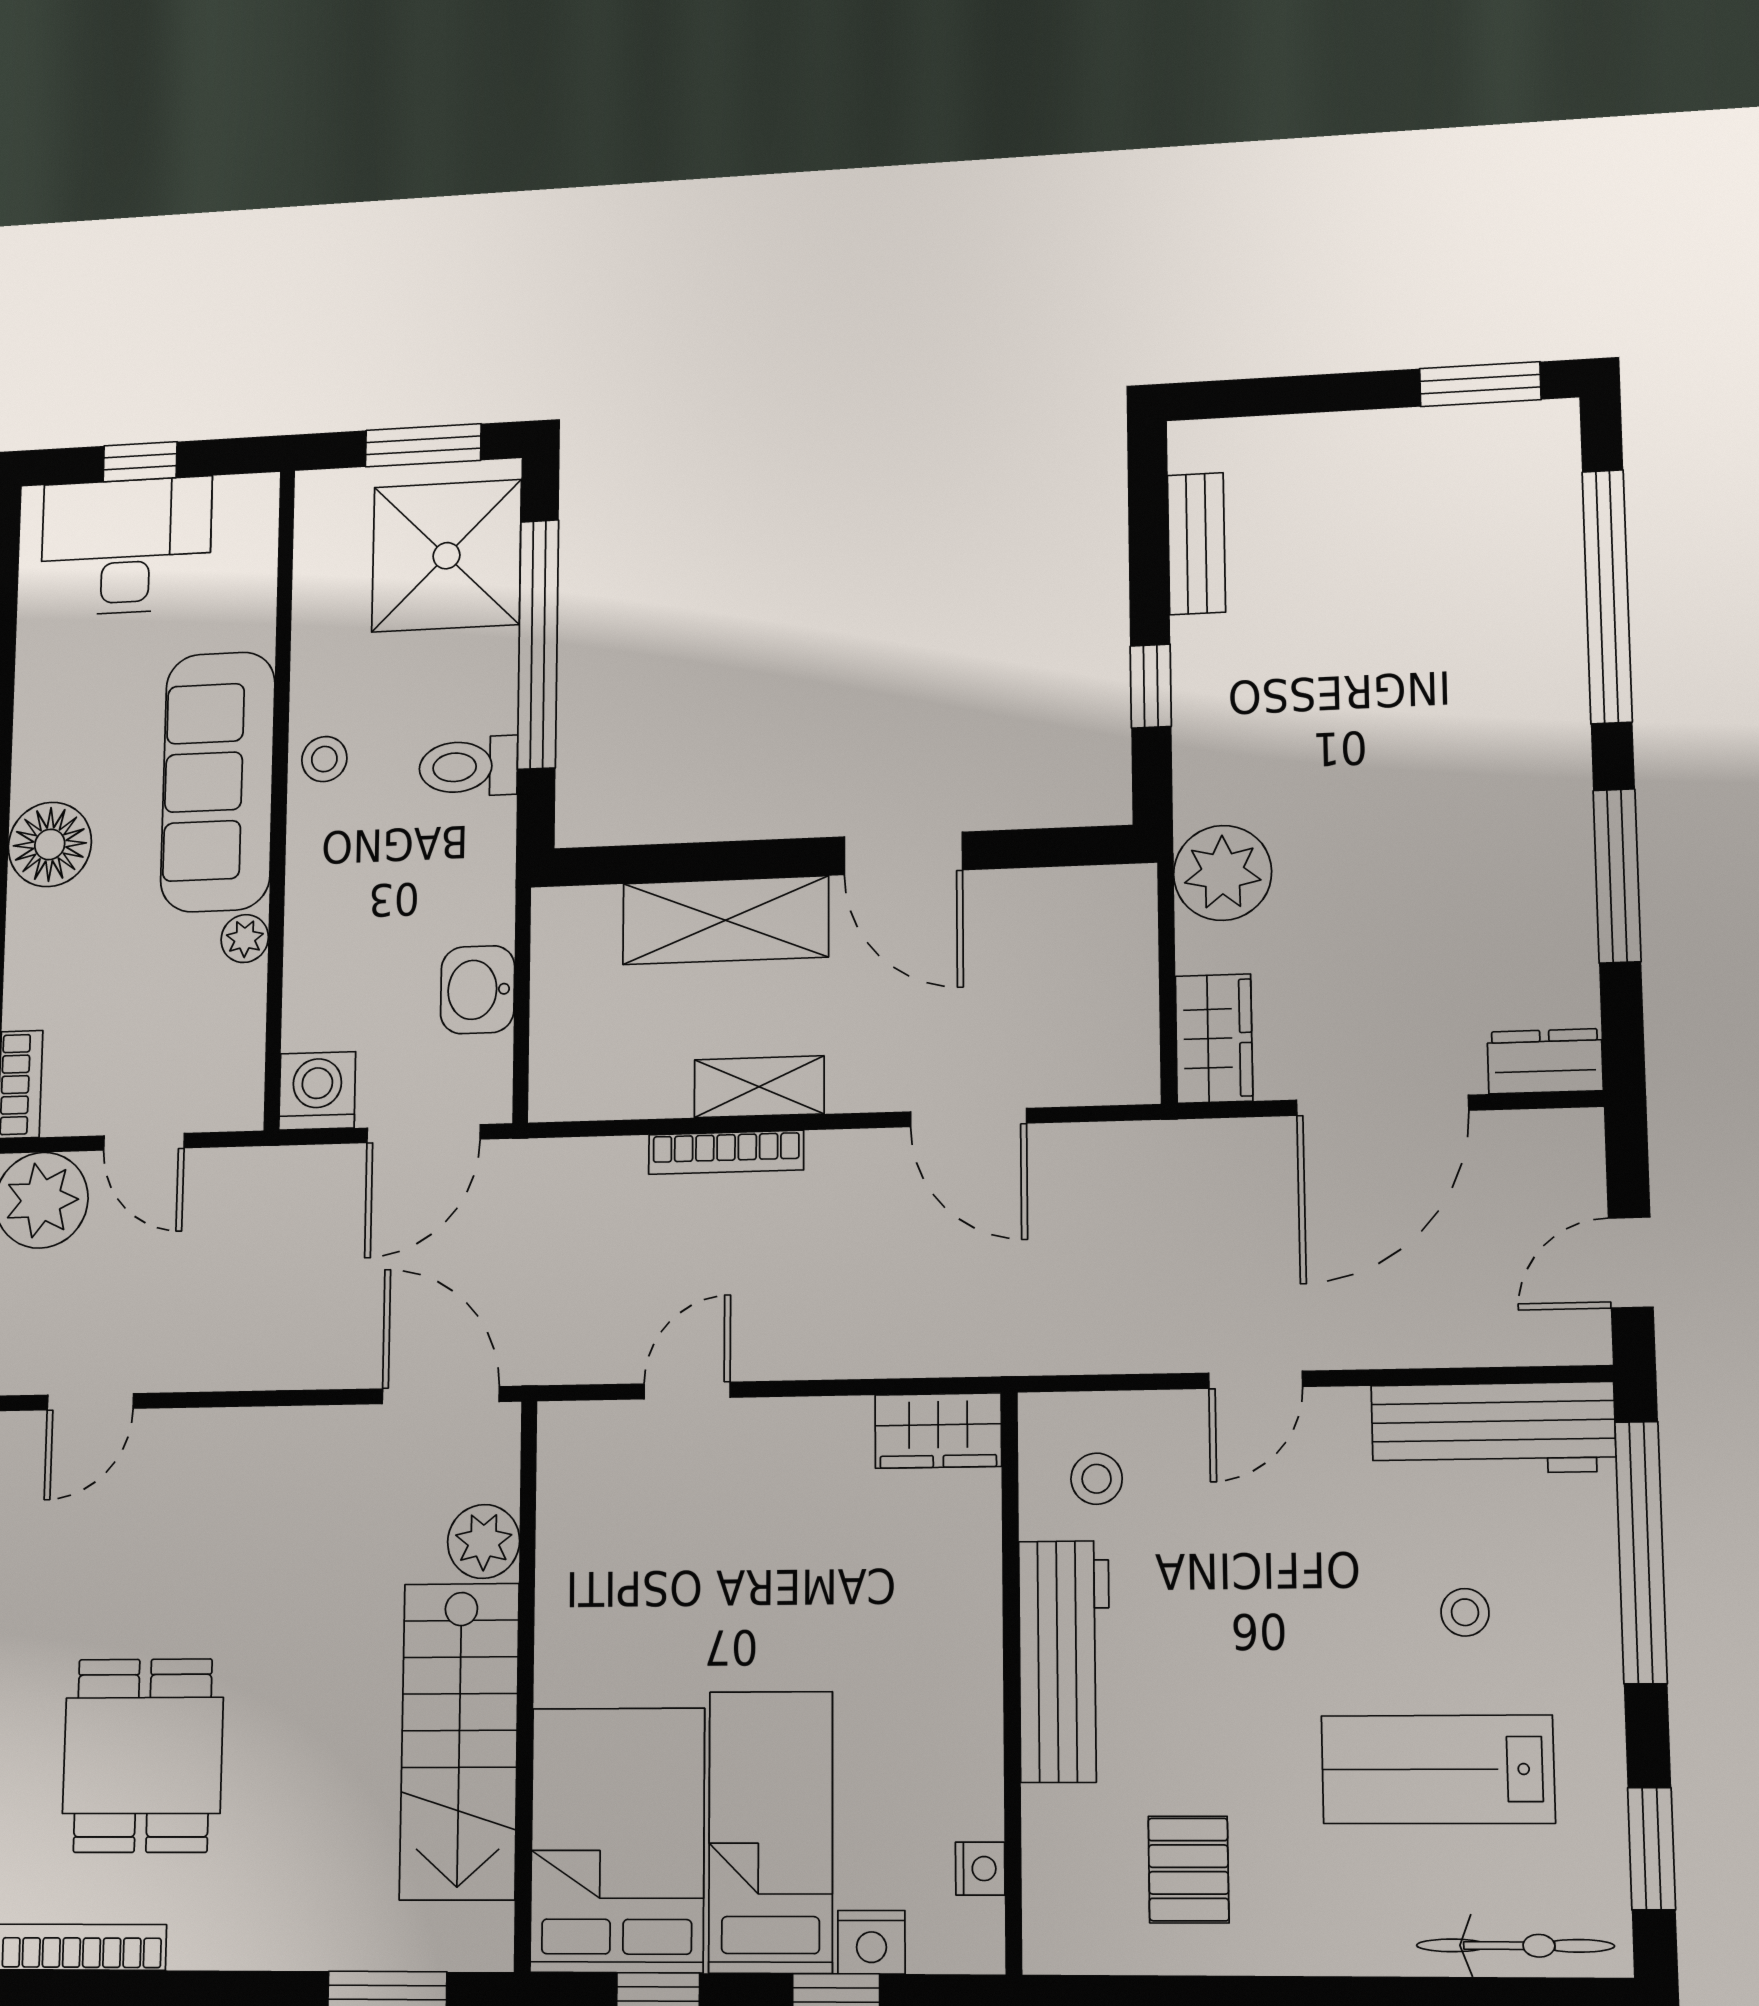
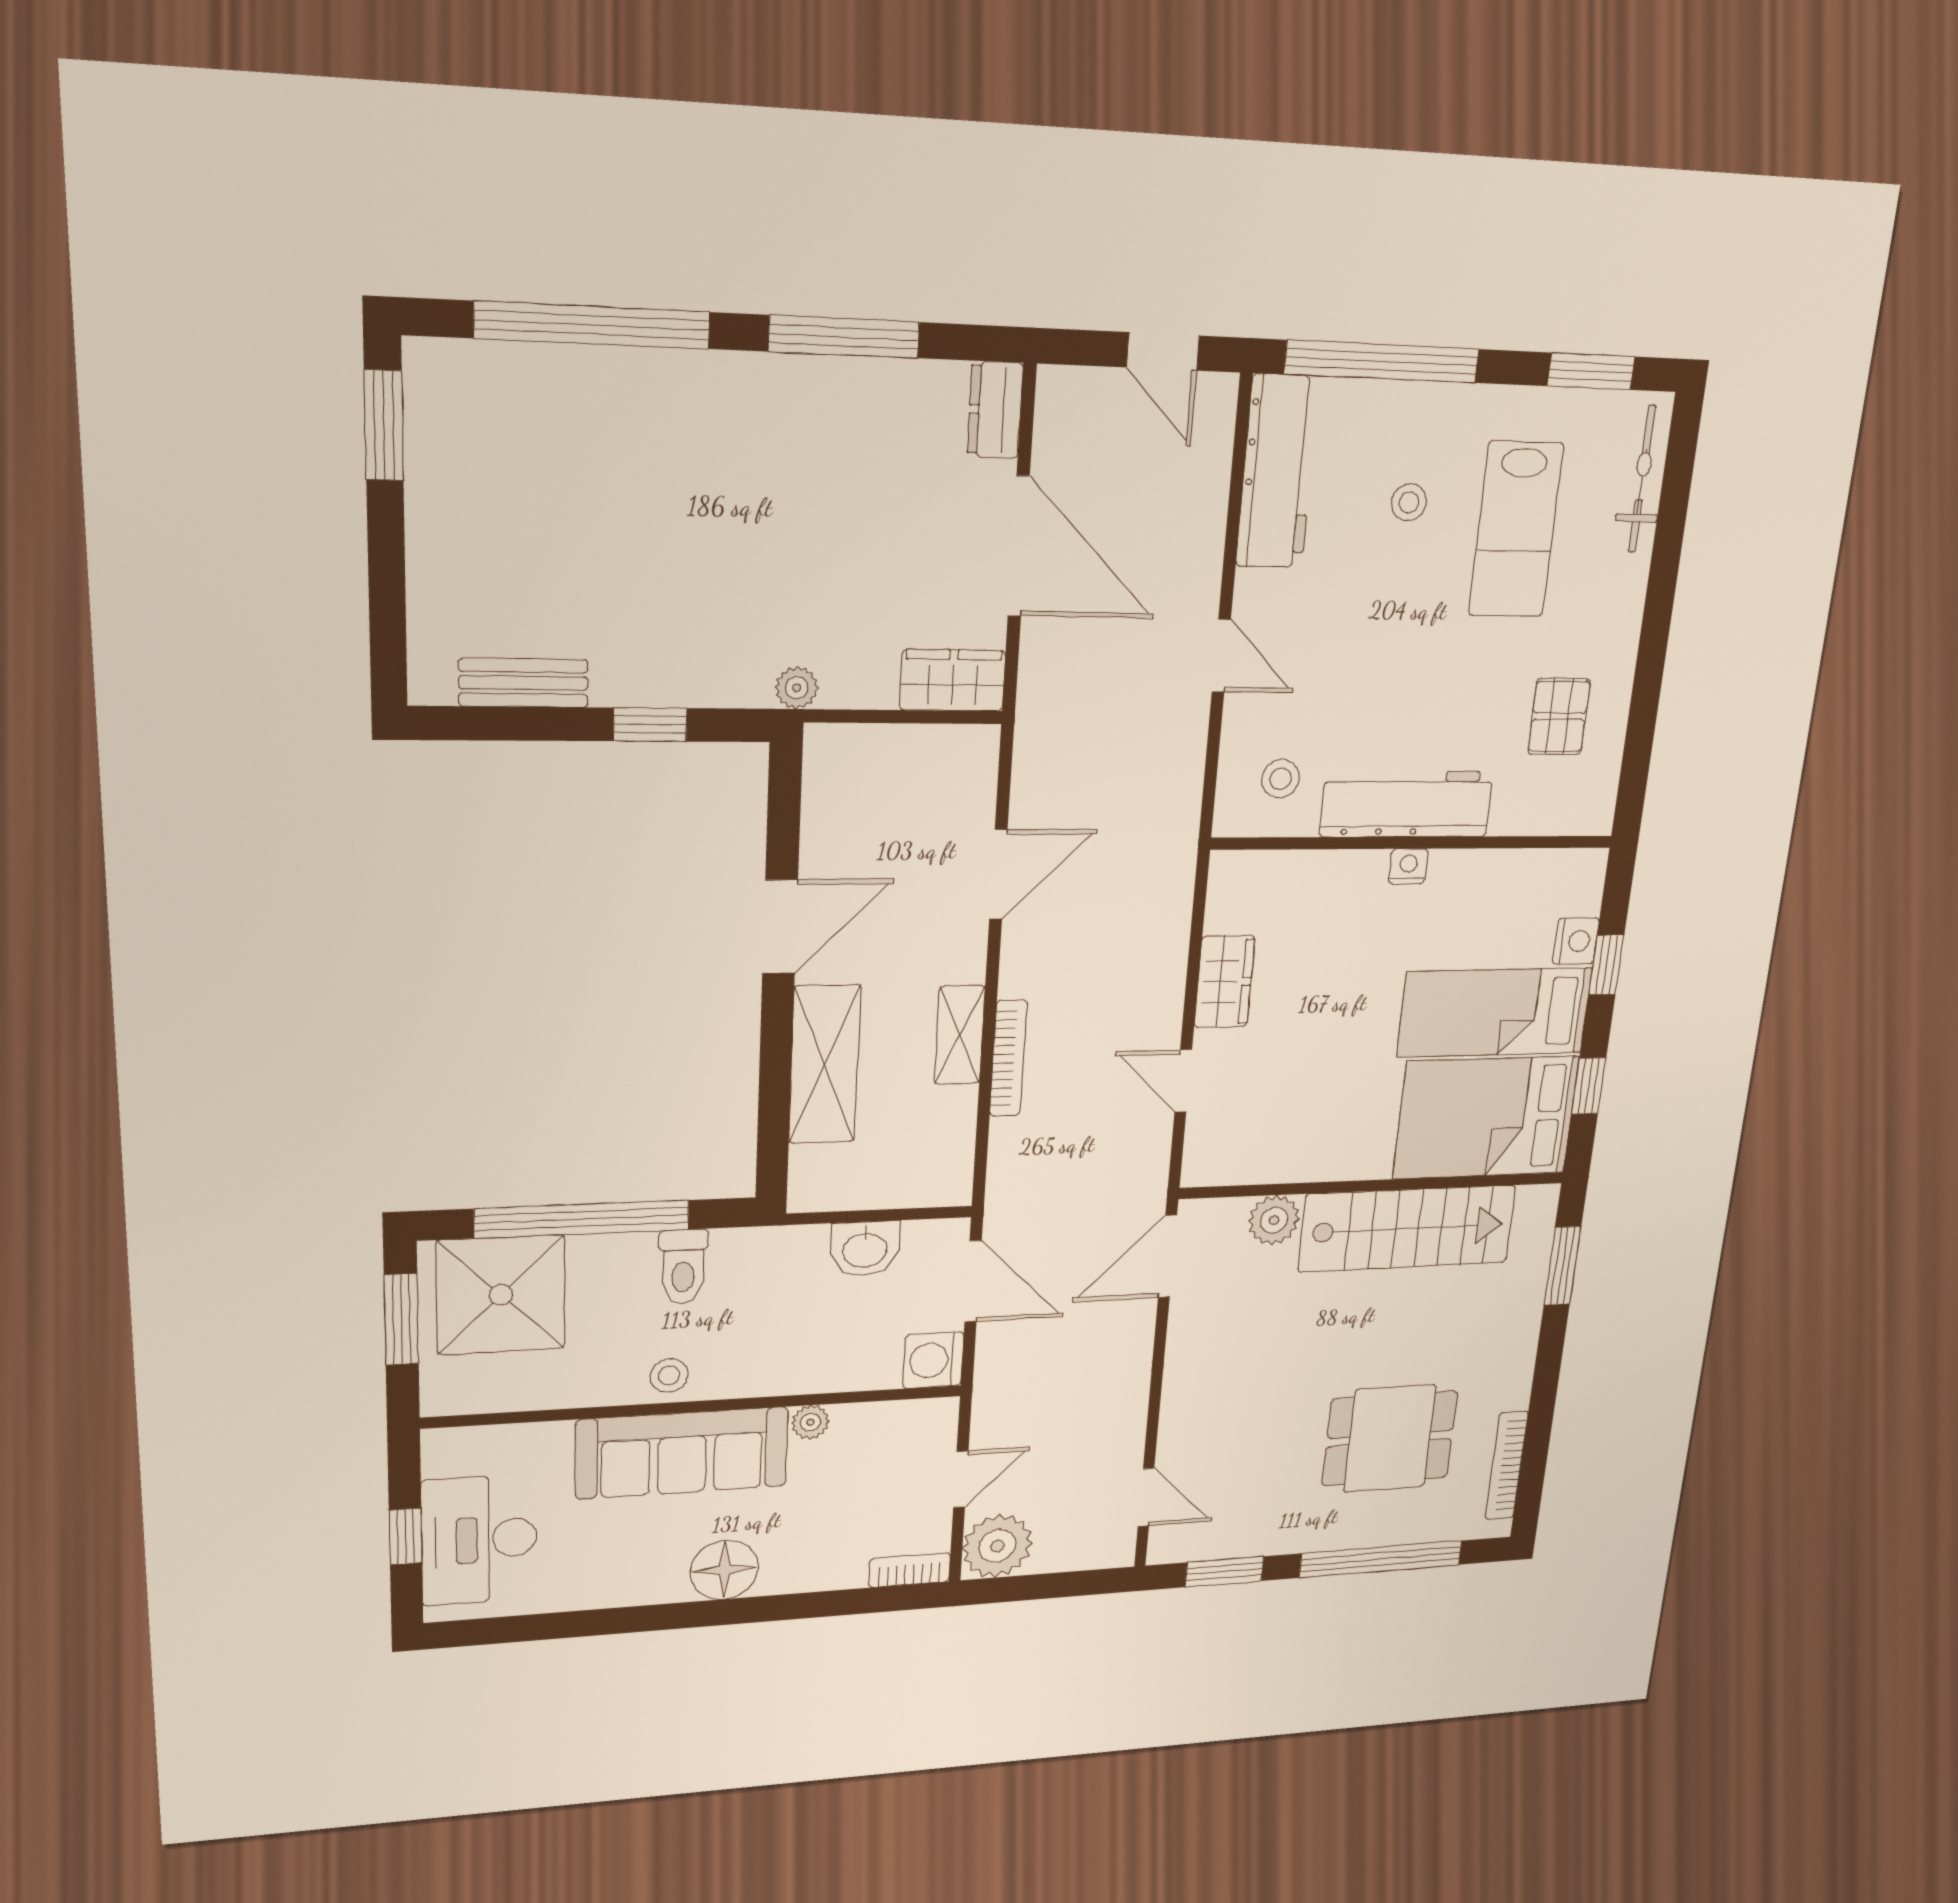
plant: (1223, 873) -> (797, 688), width x0.53, depth x0.53
wardrobe: (938, 1431) -> (1224, 982), moved
nightstand: (980, 1869) -> (1408, 866), moved
pallet: (1188, 1870) -> (1559, 716), turned 90

